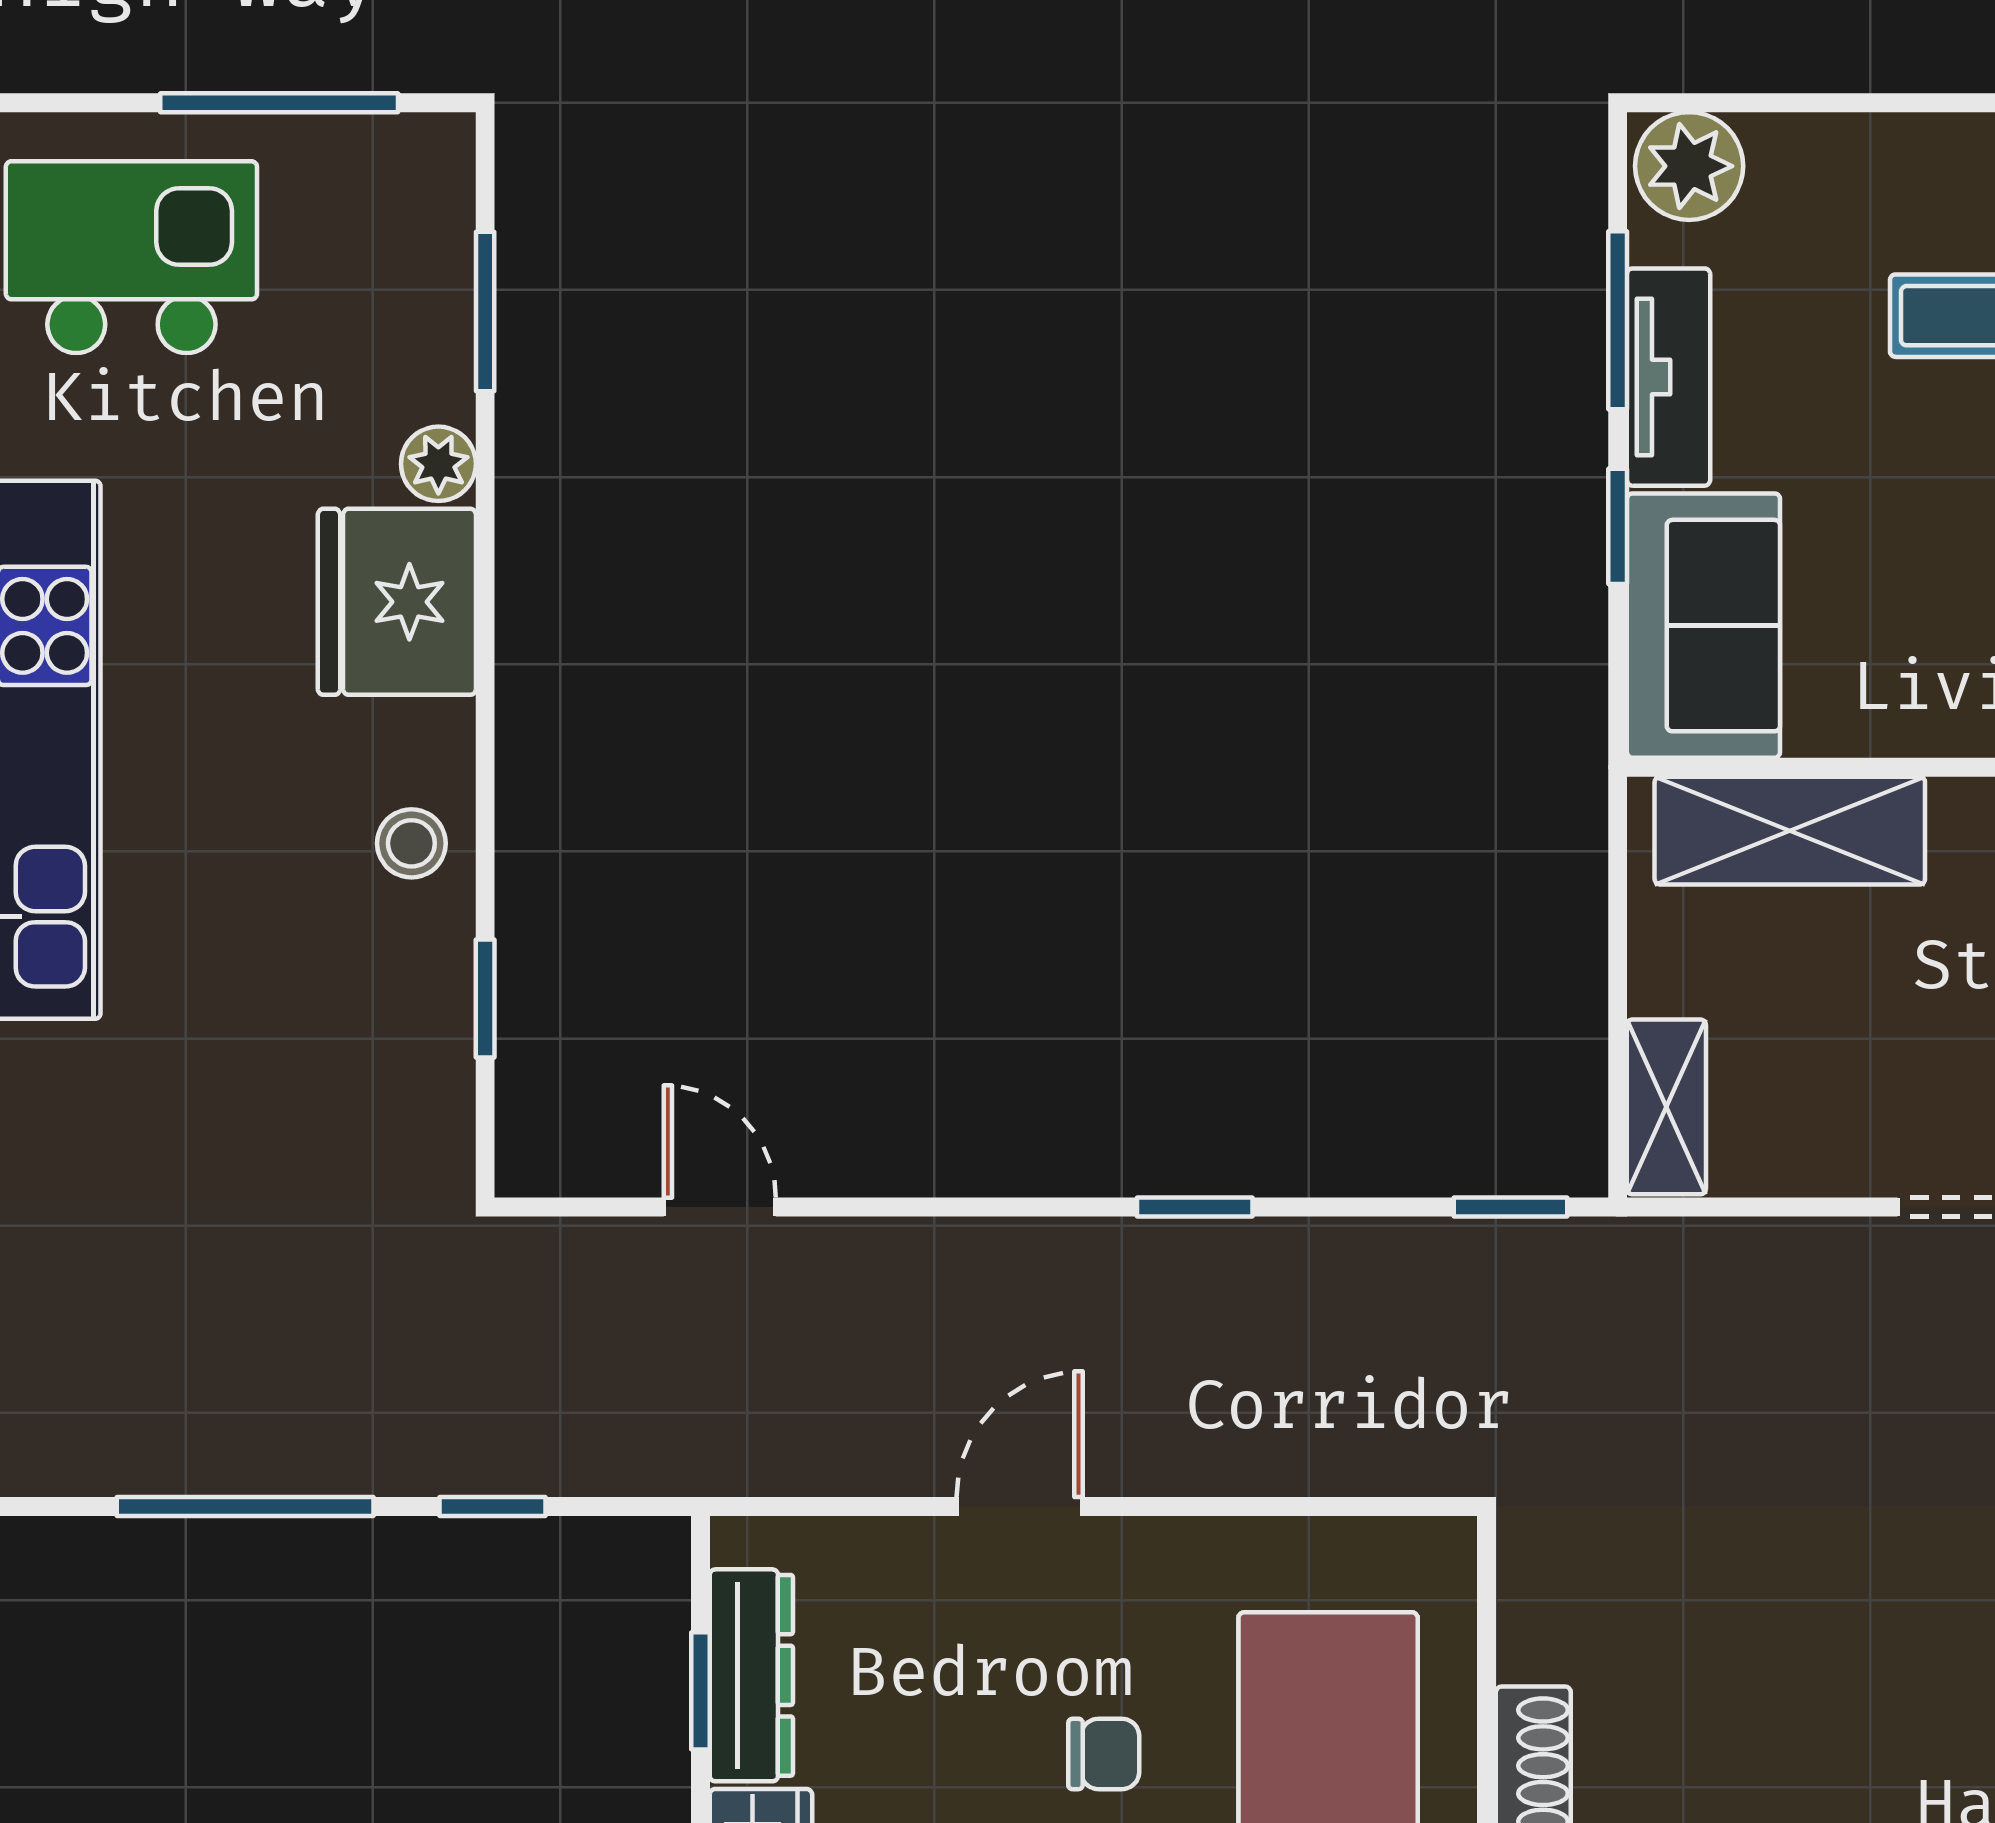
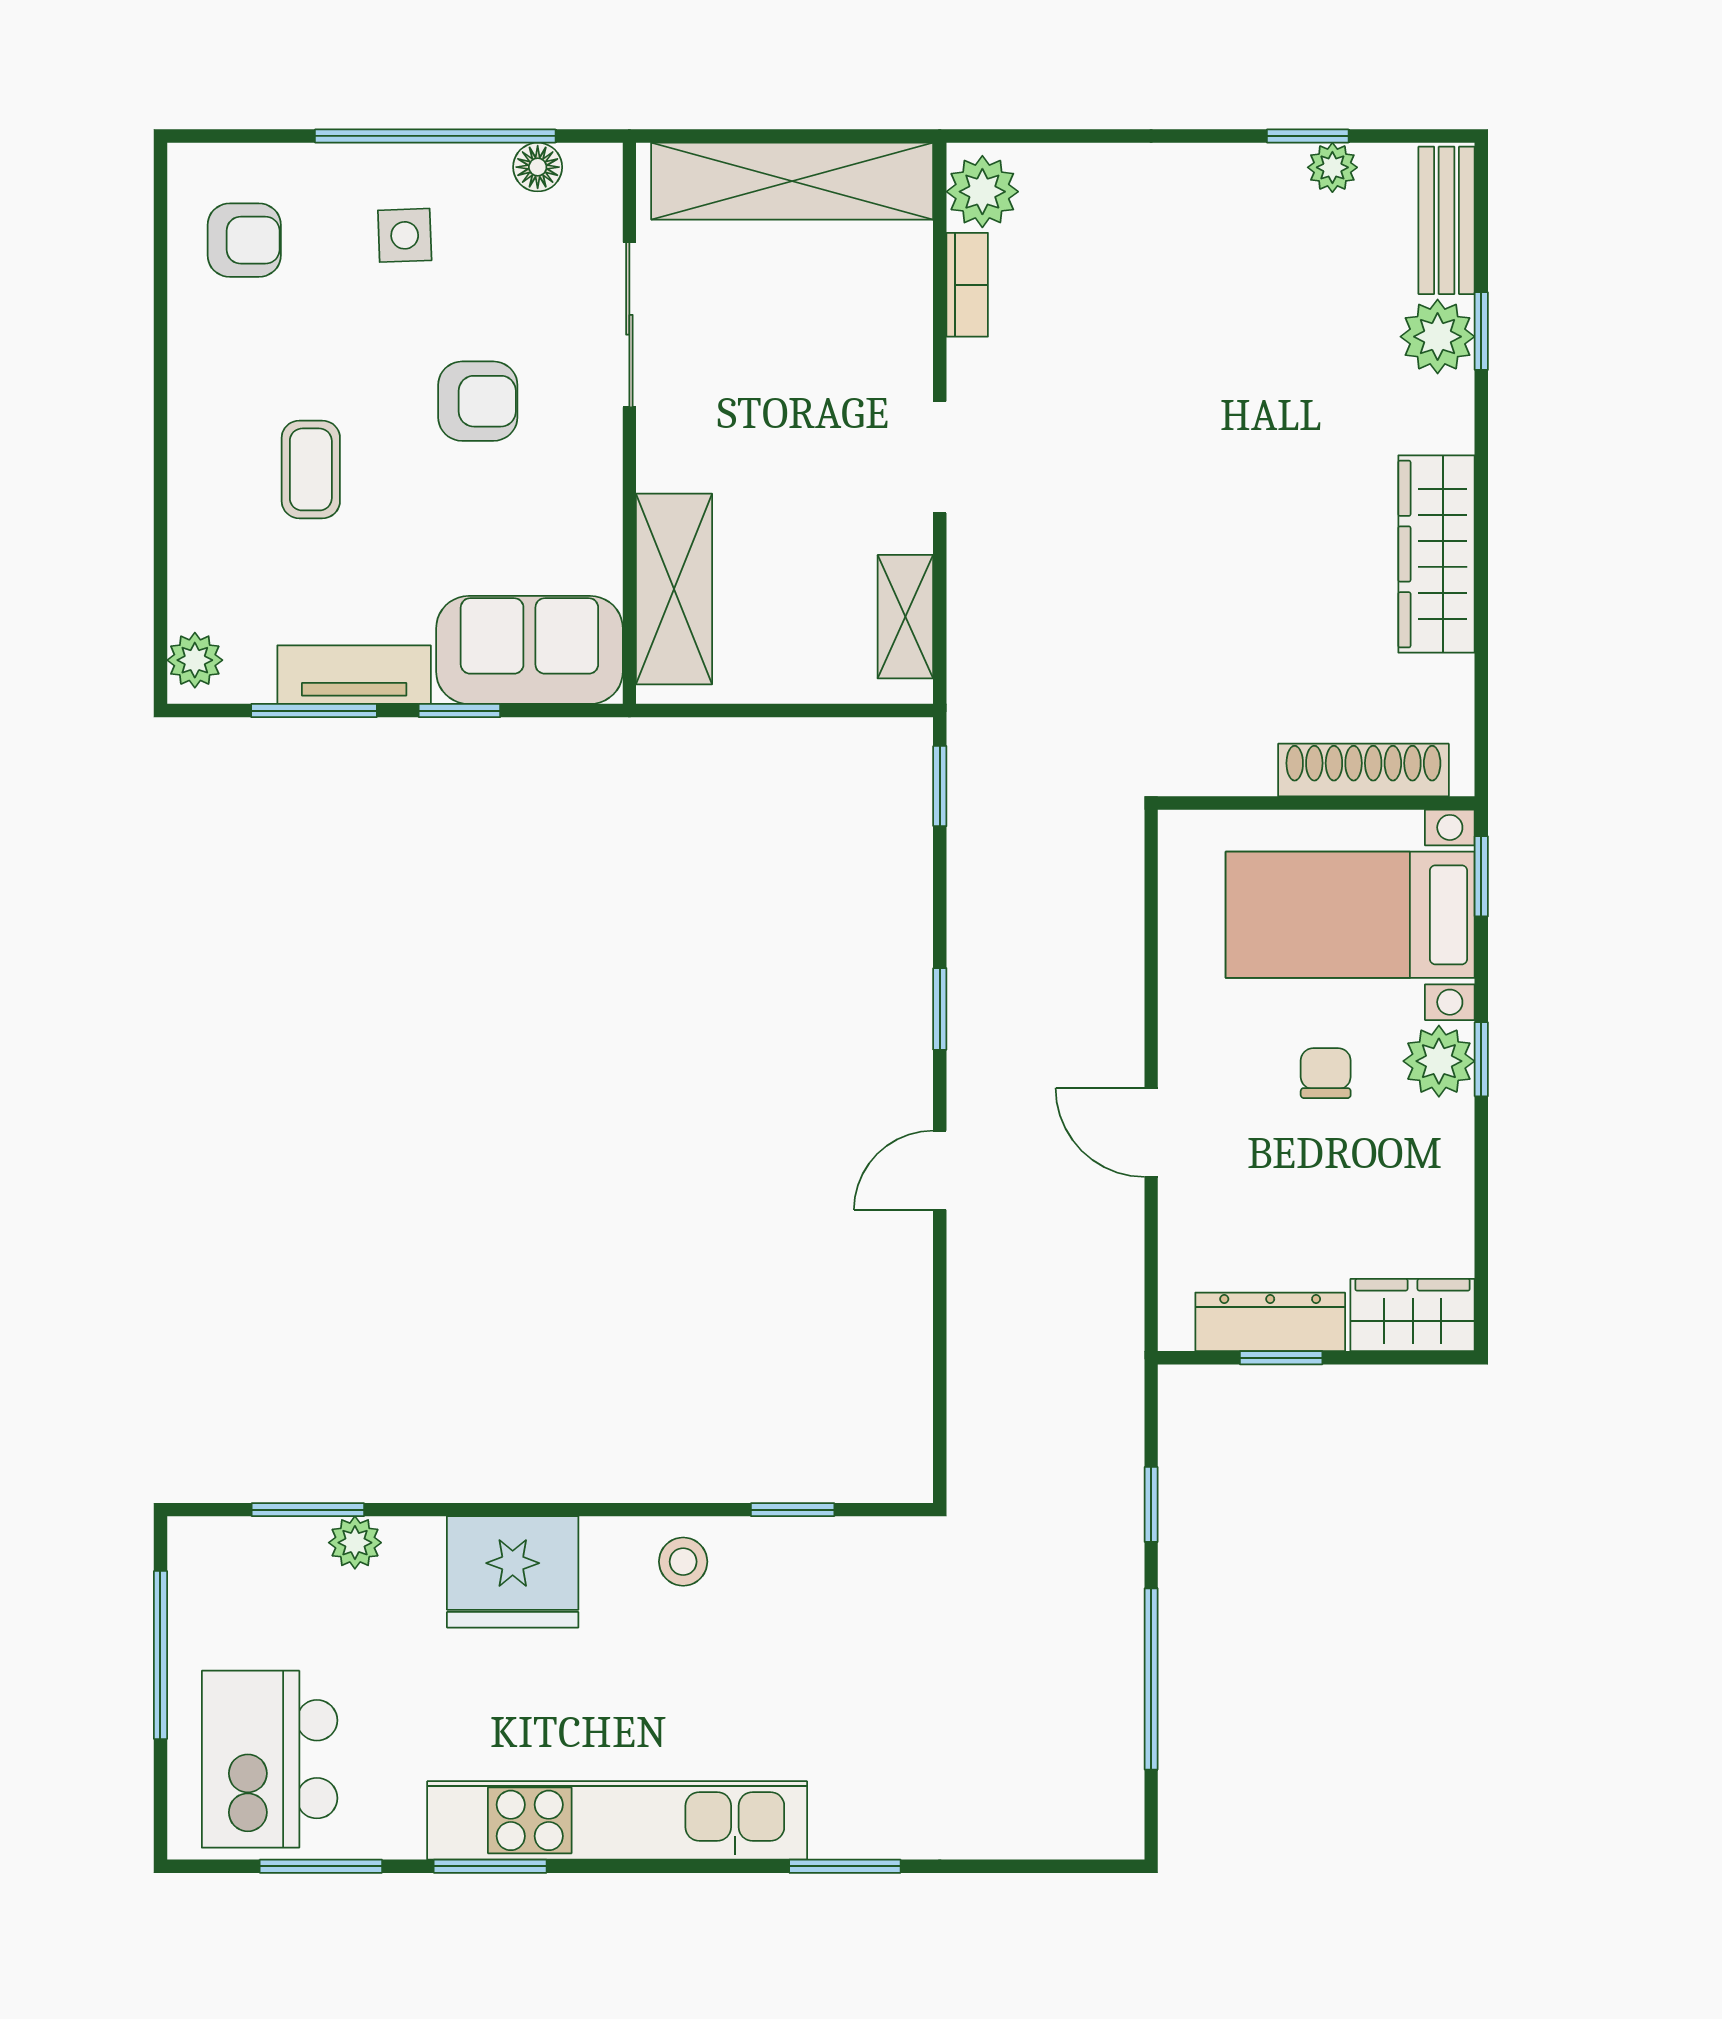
plant: (1689, 166) -> (195, 660), width x0.73, depth x0.73
plant: (438, 464) -> (355, 1543), moved
shelving: (1666, 1107) -> (905, 617), moved, turned 90
door: (720, 1207) -> (940, 1170), moved

